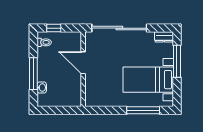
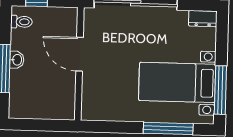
window: (177, 61) -> (220, 90), moved
washbasin: (42, 88) -> (17, 60), moved

